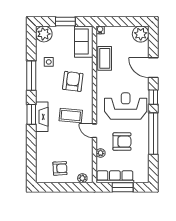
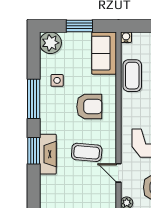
armchair: (73, 81) -> (89, 107), turned 83

